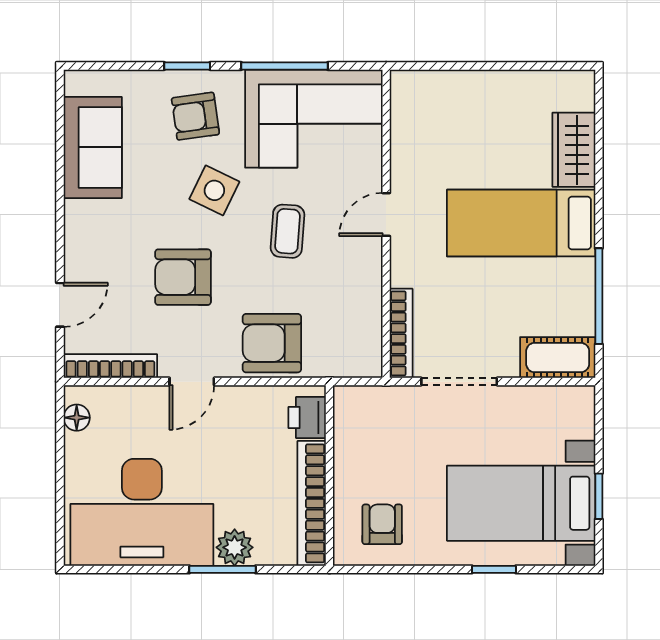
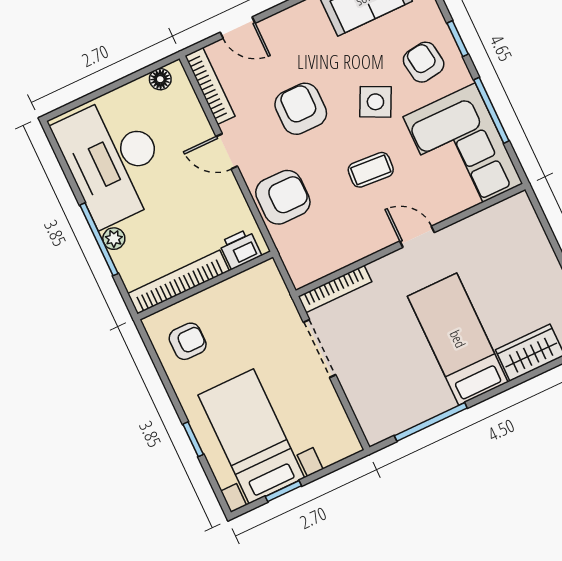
armchair: (272, 343) -> (283, 197), turned 90
cot: (558, 358) -> (371, 413), removed
plant: (235, 547) -> (114, 239), width x0.73, depth x0.73
window: (223, 569) -> (99, 239), width x1.44

